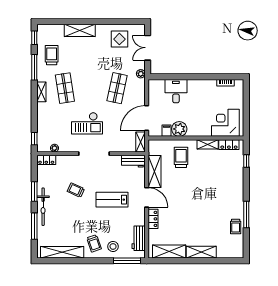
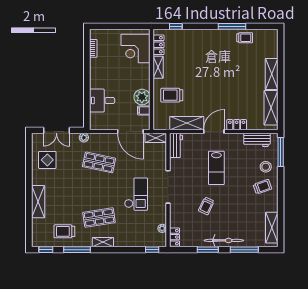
shelving: (62, 252) -> (272, 228), width x0.68

